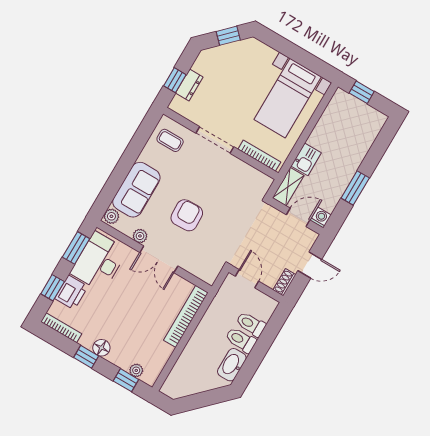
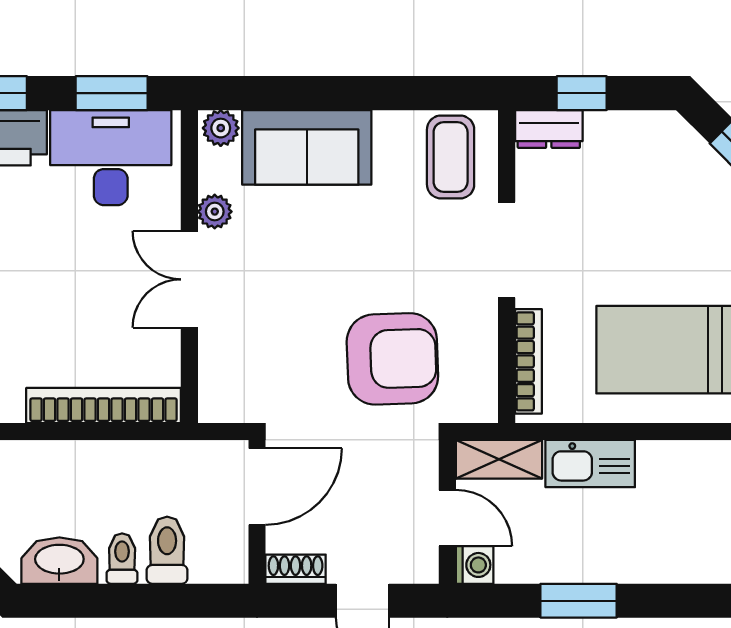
dresser: (189, 85) -> (549, 129), moved
coffee table: (170, 140) -> (451, 157), width x1.36, depth x1.30
kitchen sink: (306, 159) -> (590, 464), width x1.38
armchair: (187, 215) -> (392, 359), moved, width x1.36, depth x1.36
door: (247, 279) -> (257, 487), width x1.38
toilet: (241, 340) -> (122, 559), width x0.73, depth x0.72

